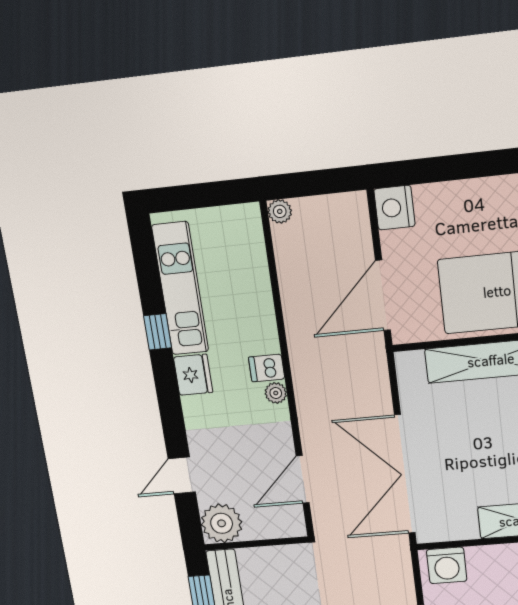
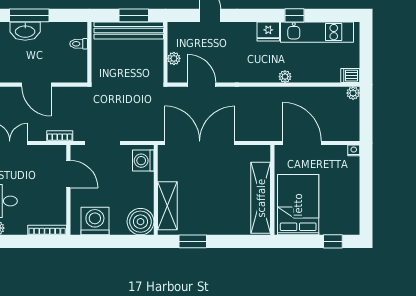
nightstand: (394, 208) -> (354, 150), width x0.53, depth x0.56
dishwasher: (267, 368) -> (350, 76), moved, turned -90
plant: (276, 393) -> (285, 77), moved
plant: (222, 523) -> (174, 58), moved, width x0.53, depth x0.53

